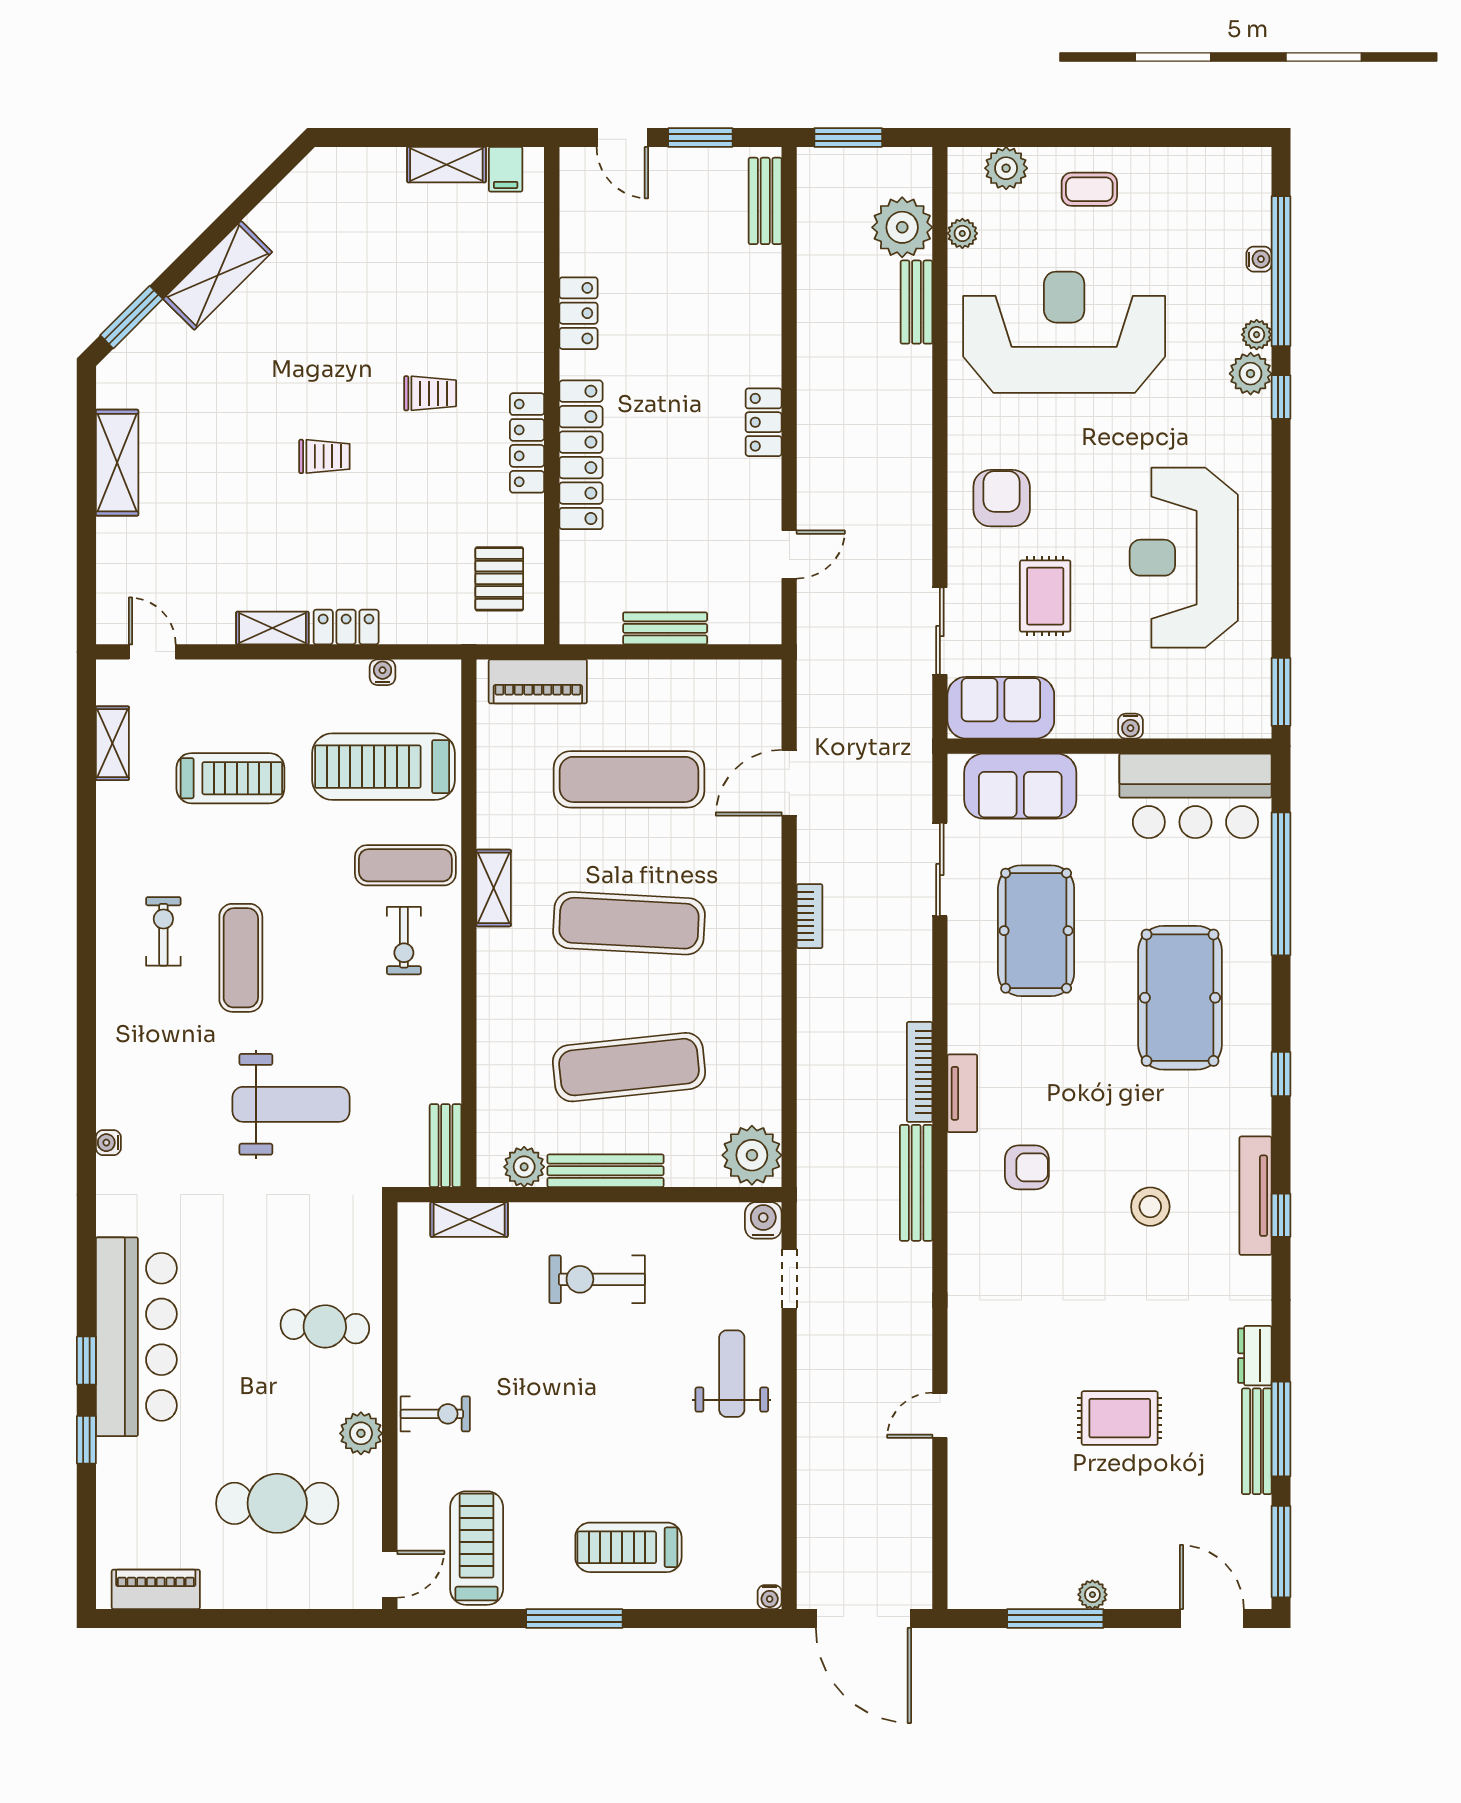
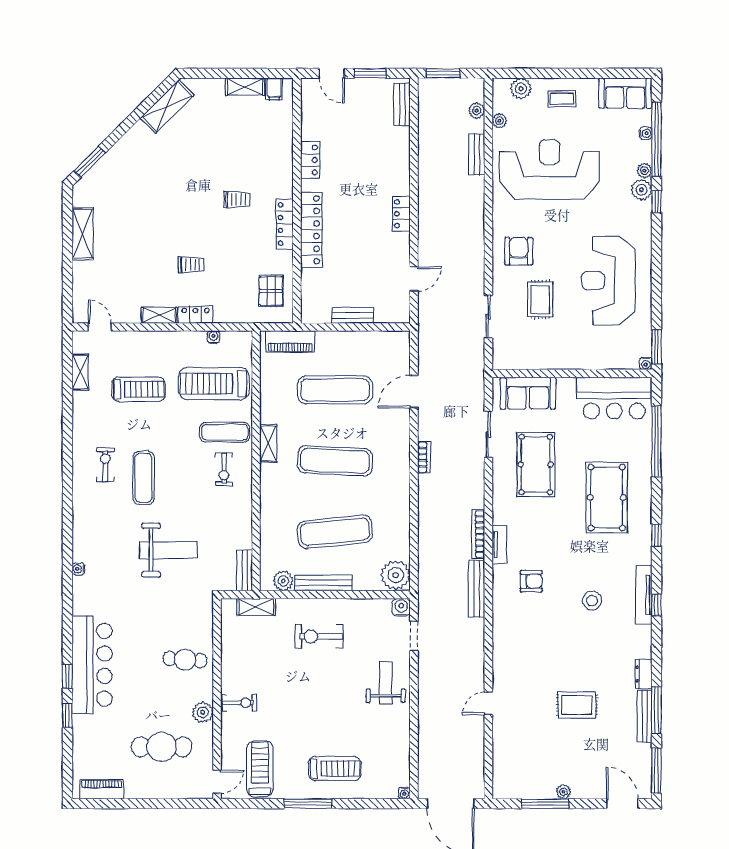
plant: (902, 227) -> (477, 111), width x0.53, depth x0.53
shelving: (218, 275) -> (167, 106), moved
trolley: (324, 456) -> (191, 265), moved
sofa: (1001, 708) -> (625, 93), moved, turned 180
water cooler: (1131, 726) -> (646, 364), moved
treadmill: (628, 1547) -> (335, 768), turned 180

